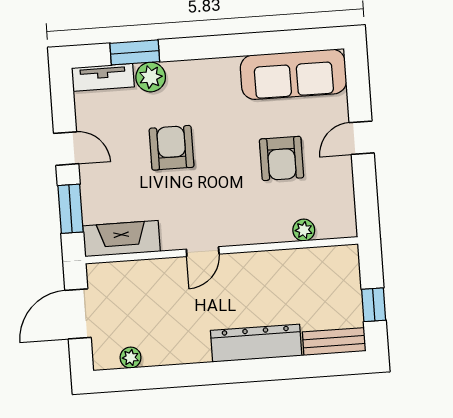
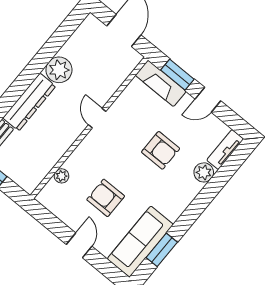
window: (135, 52) -> (162, 250), moved
fireplace: (121, 239) -> (161, 83), moved, turned 90
plant: (131, 358) -> (59, 70), moved, width x1.87, depth x1.87

